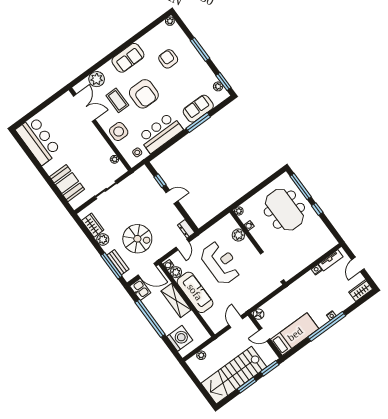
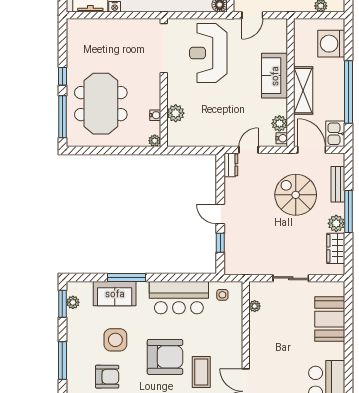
armchair: (168, 59) -> (107, 377), turned -90
armchair: (144, 94) -> (165, 357), turned 90
side table: (119, 132) -> (115, 340), moved
reception desk: (221, 263) -> (208, 53), moved
window: (111, 266) -> (349, 212), moved
sofa: (195, 292) -> (275, 76), width x0.73

